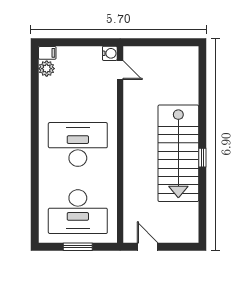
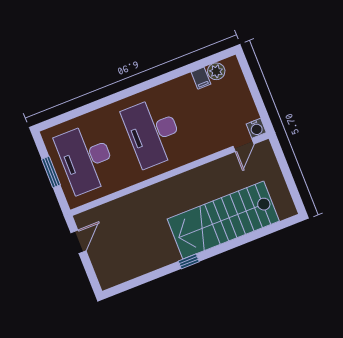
filing cabinet: (47, 53) -> (201, 78), moved
desk: (78, 144) -> (153, 132), turned 180
stairs: (178, 153) -> (223, 220), moved

